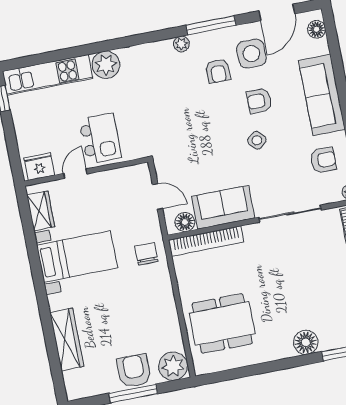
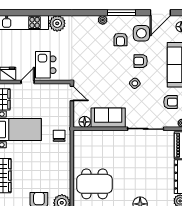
kitchen island: (100, 138) -> (46, 65), turned 180
door: (158, 196) -> (72, 94), moved
bookcase: (206, 241) -> (95, 135), removed

